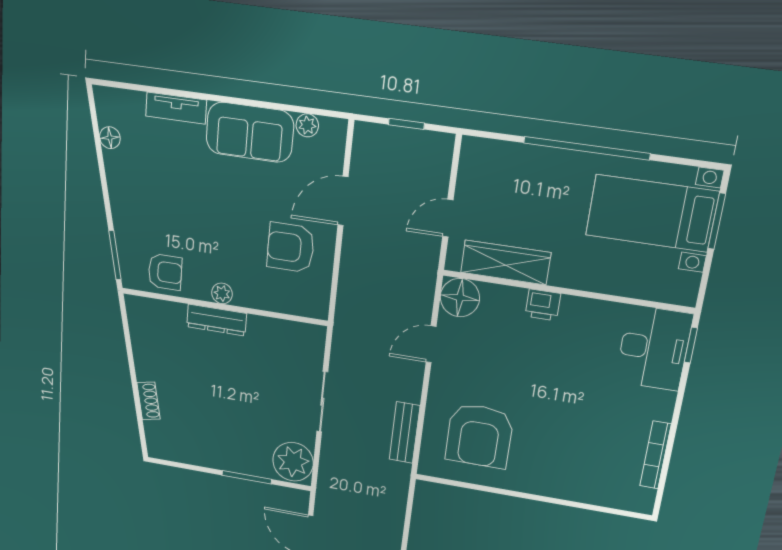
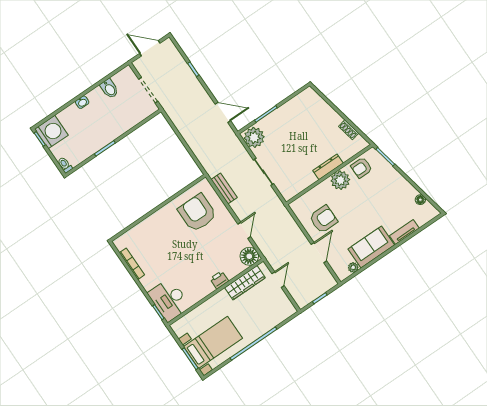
plant: (222, 293) -> (340, 180), width x1.87, depth x1.87
shoe rack: (148, 401) -> (349, 130), moved

